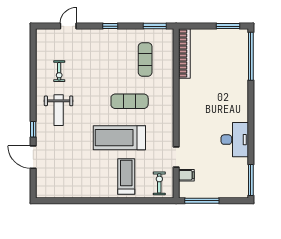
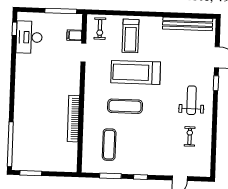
window: (155, 26) -> (110, 176), moved
bookcase: (184, 53) -> (73, 119), moved
treadmill: (119, 138) -> (136, 72), turned 180
desk: (235, 140) -> (29, 37), moved
window: (251, 180) -> (14, 29), width x0.46
bench: (66, 192) -> (188, 24), added

